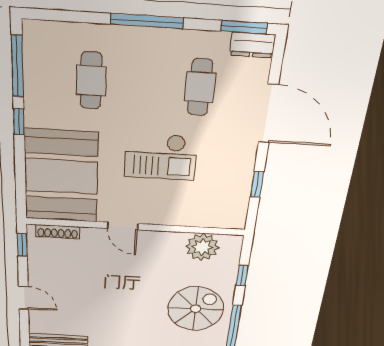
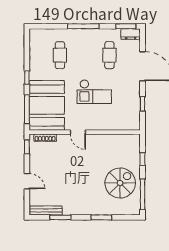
window: (17, 66) -> (27, 109), moved
plant: (202, 247) -> (120, 142), removed

